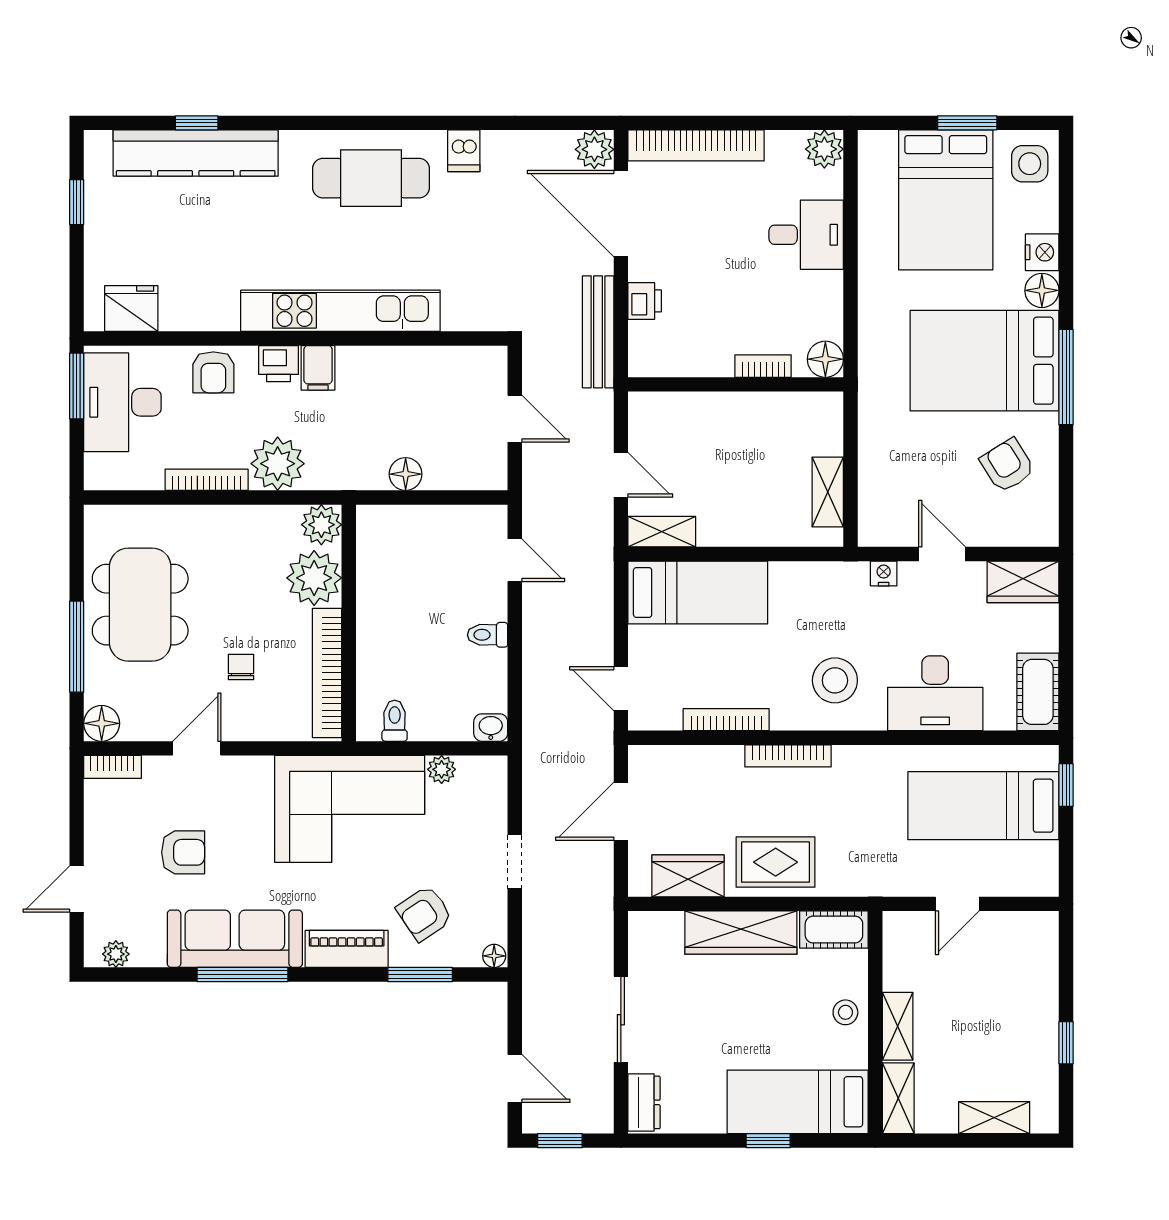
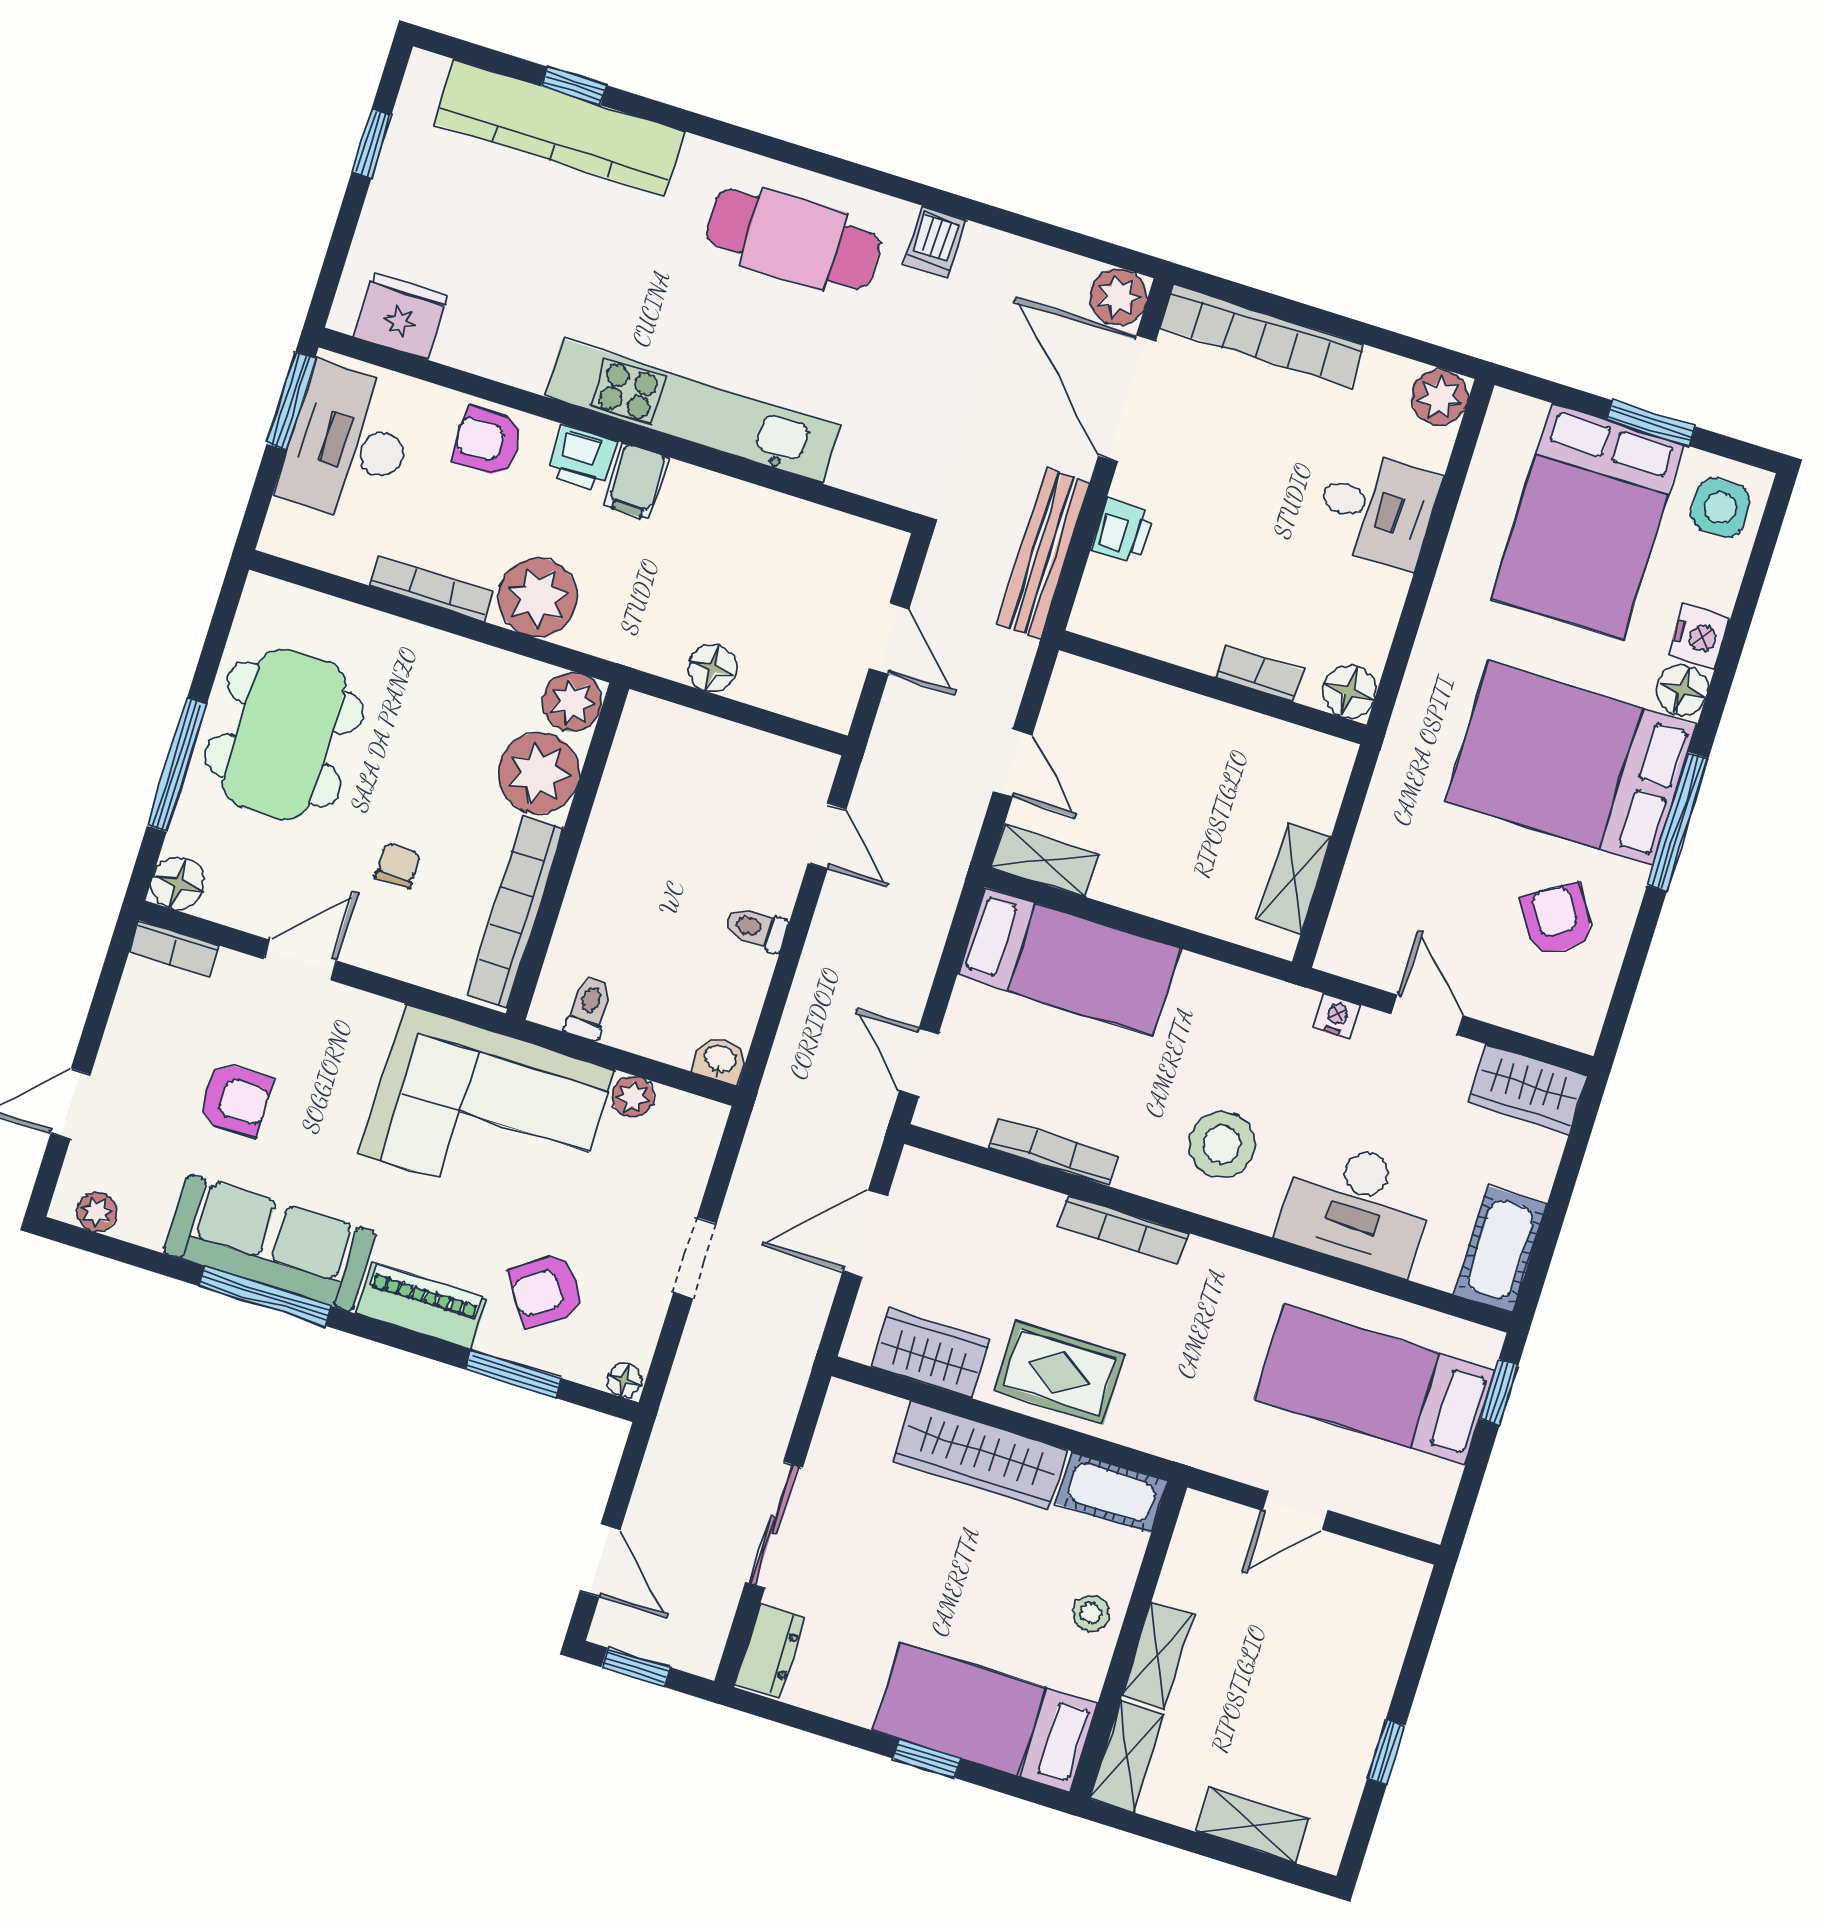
armchair: (213, 372) -> (488, 442), turned 90

